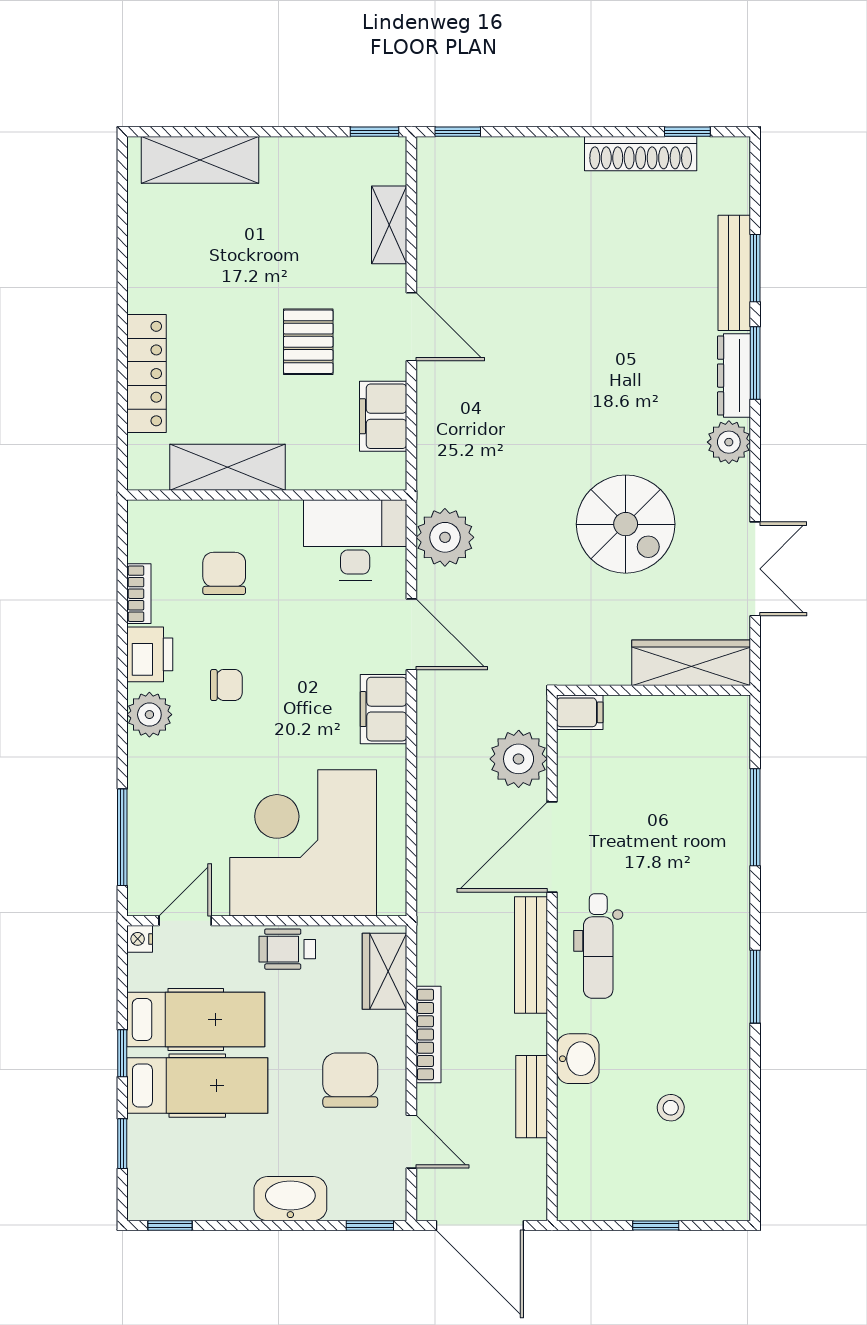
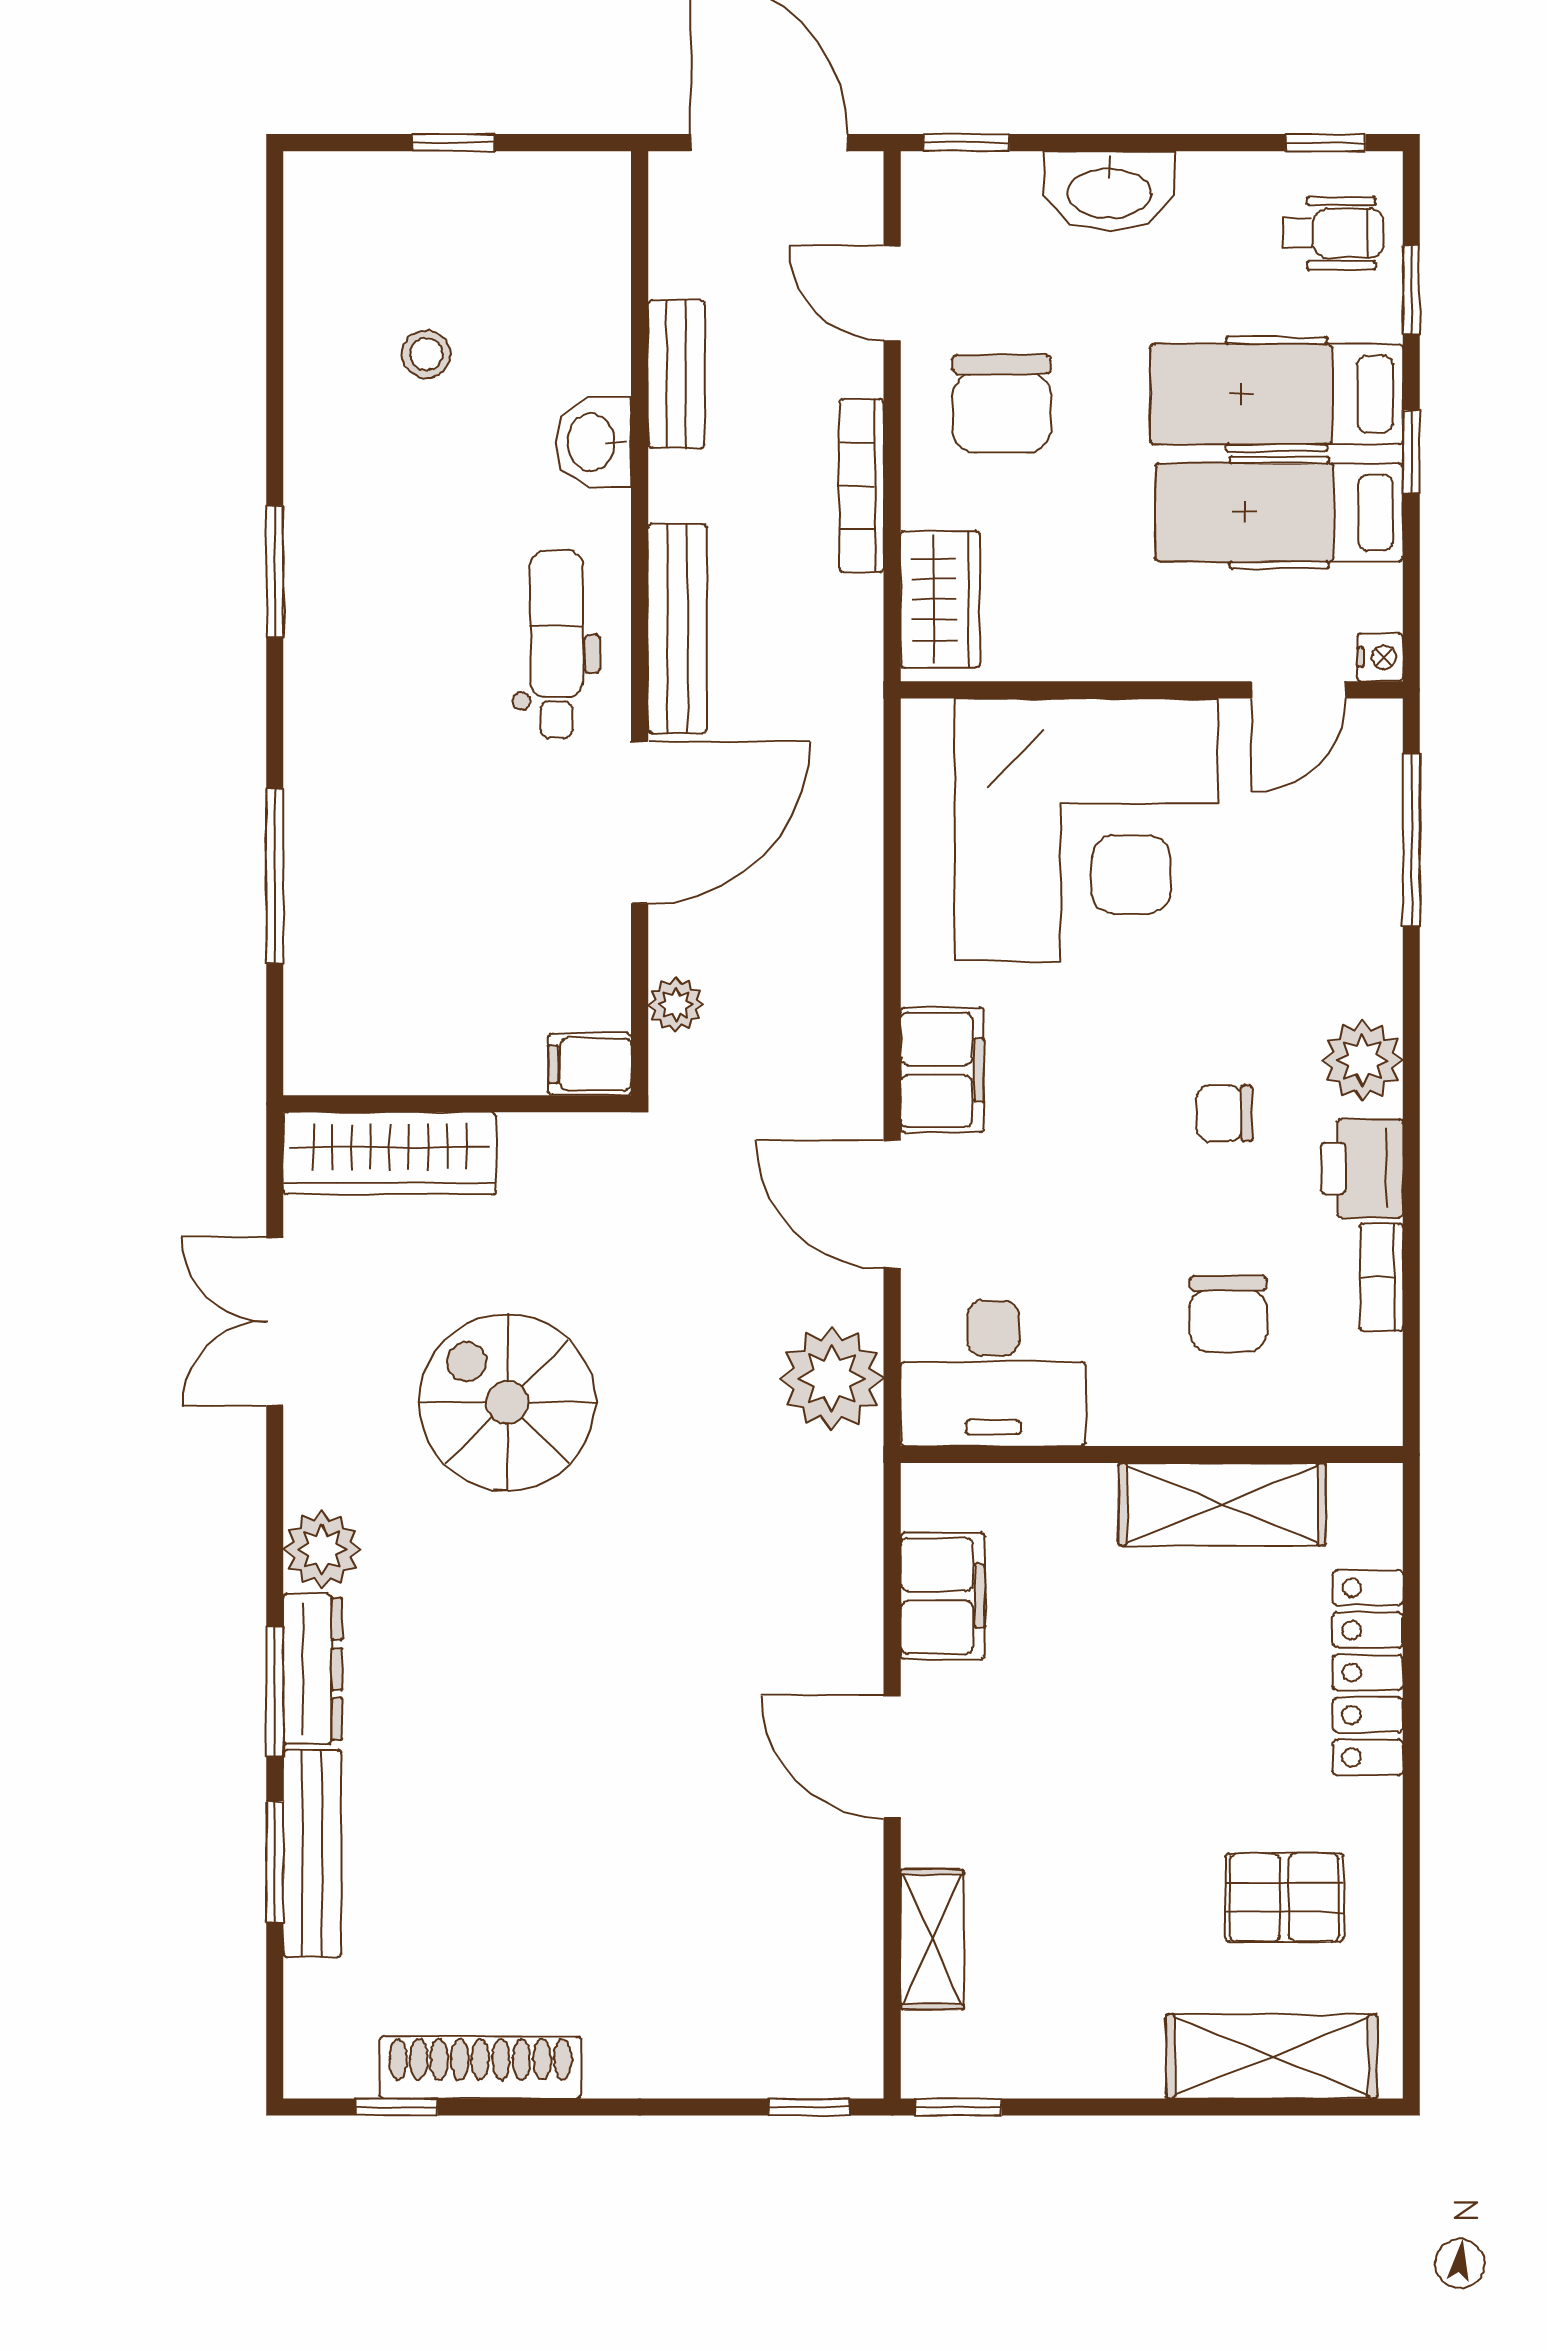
pallet: (308, 342) -> (1284, 1897), moved, turned 90
plant: (519, 759) -> (676, 1005), width x0.53, depth x0.53
wheelchair: (287, 949) -> (1333, 233), moved

